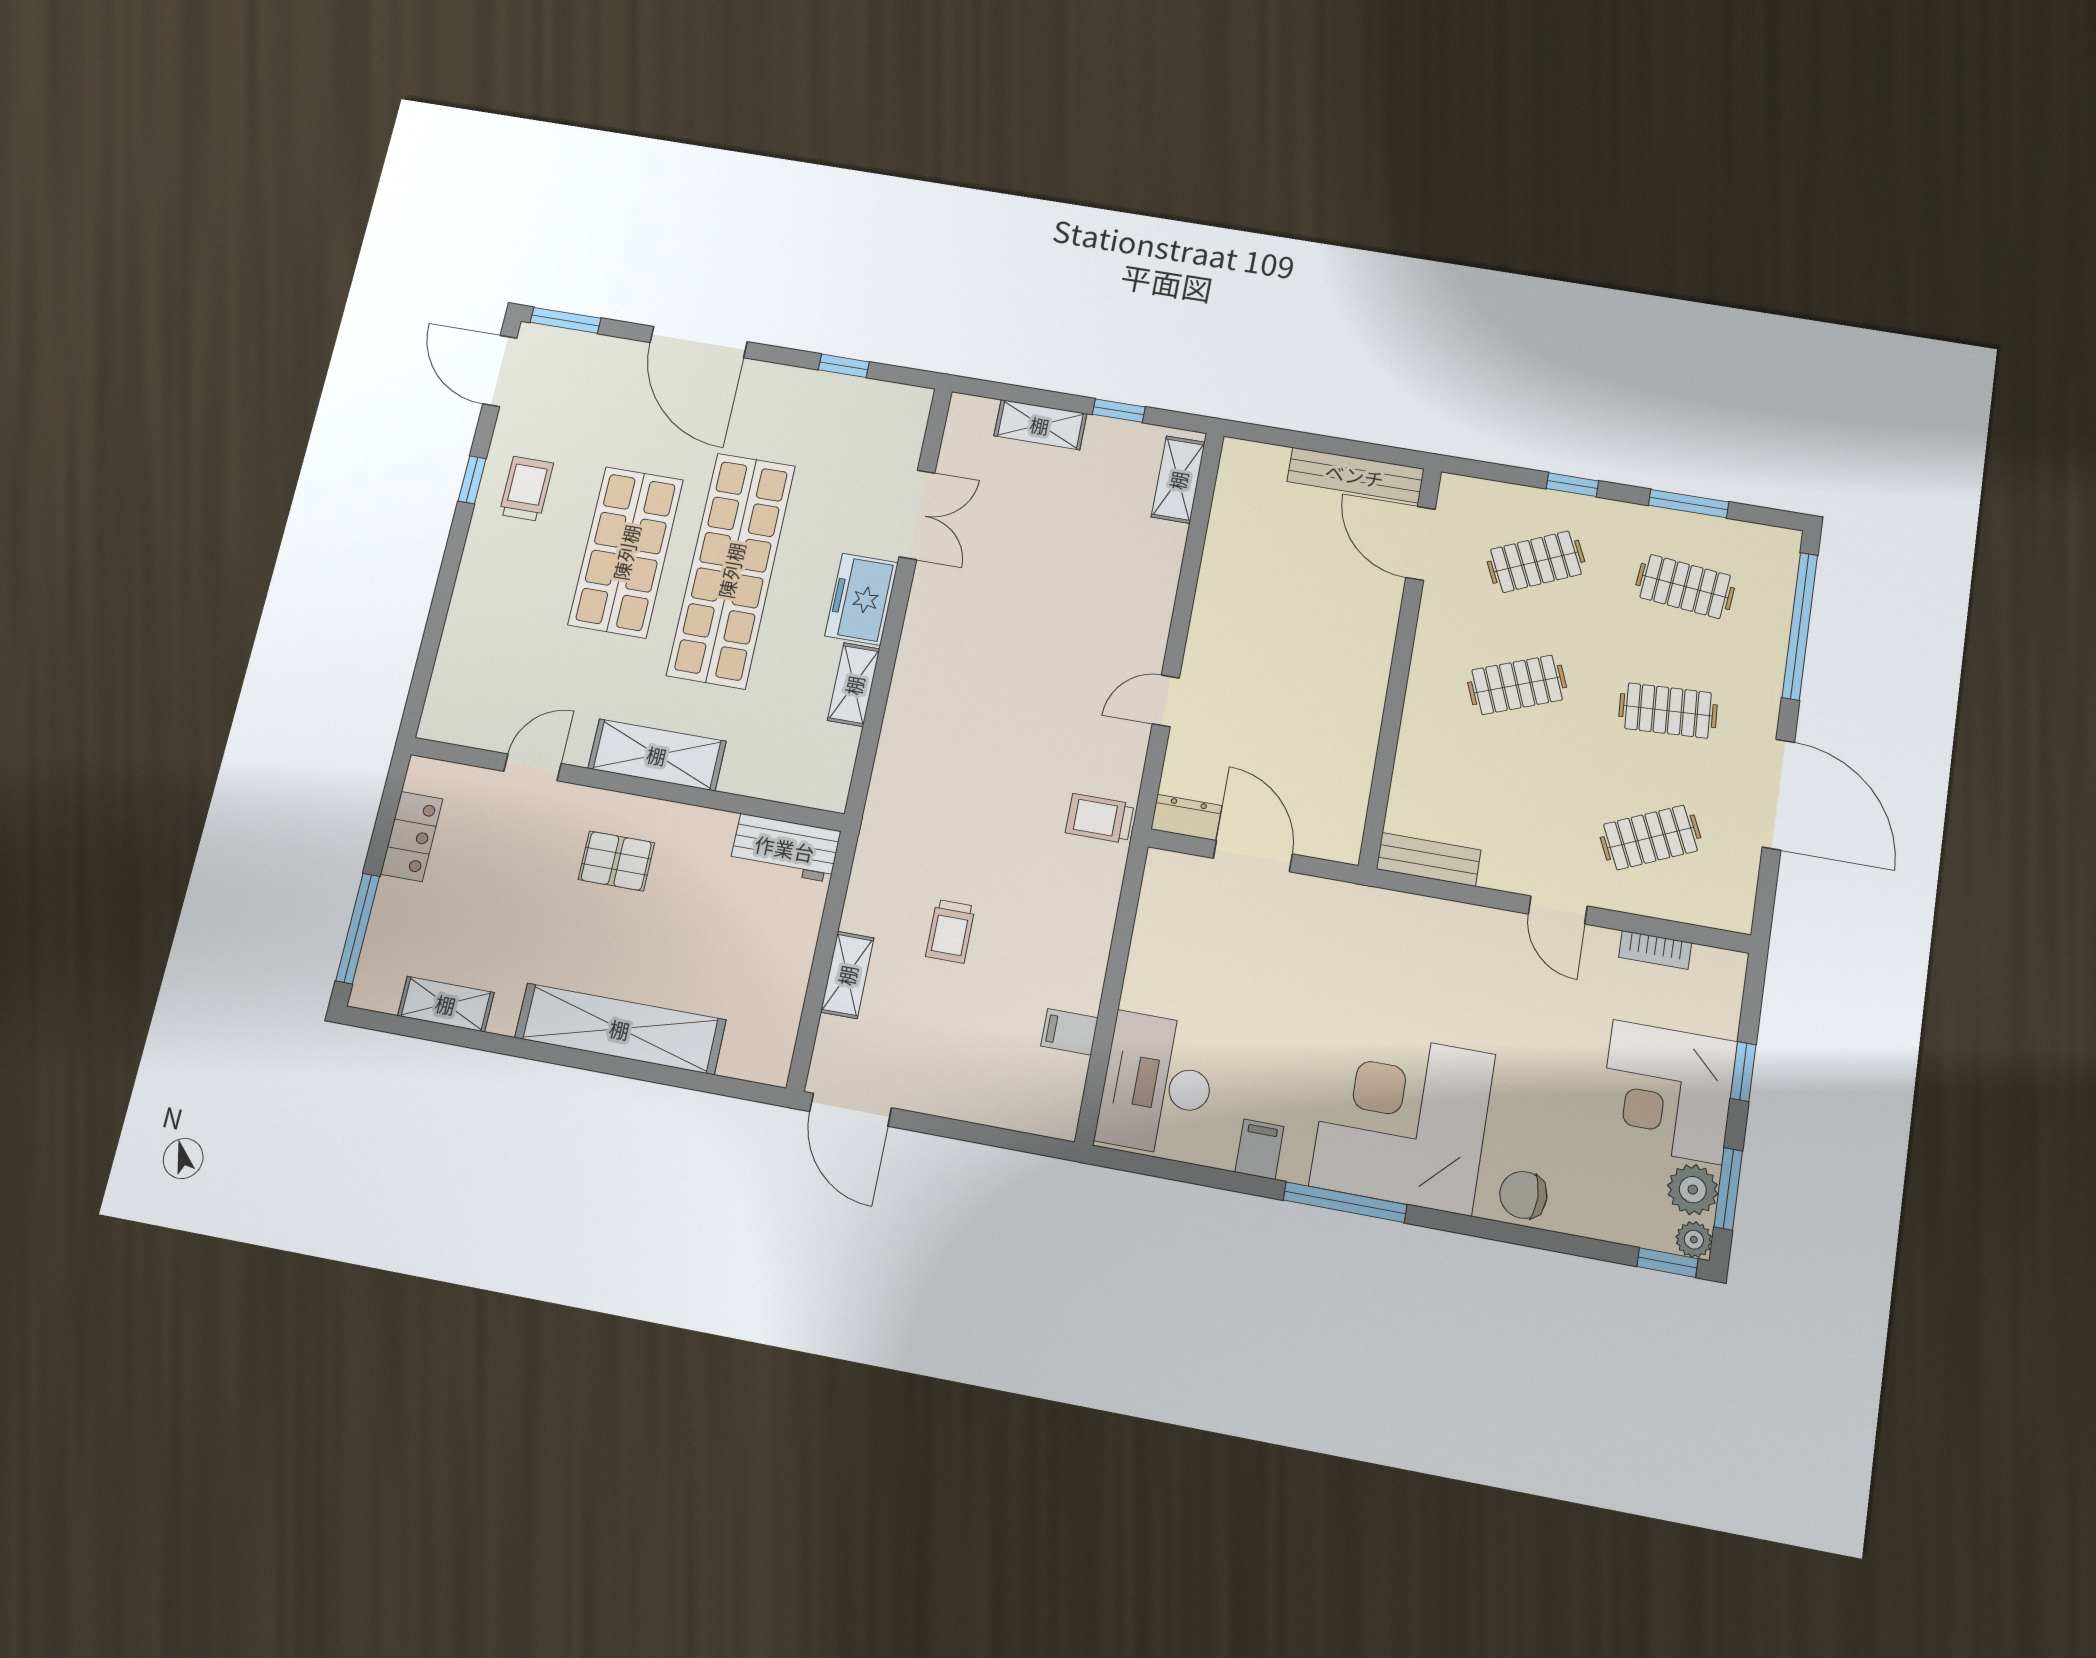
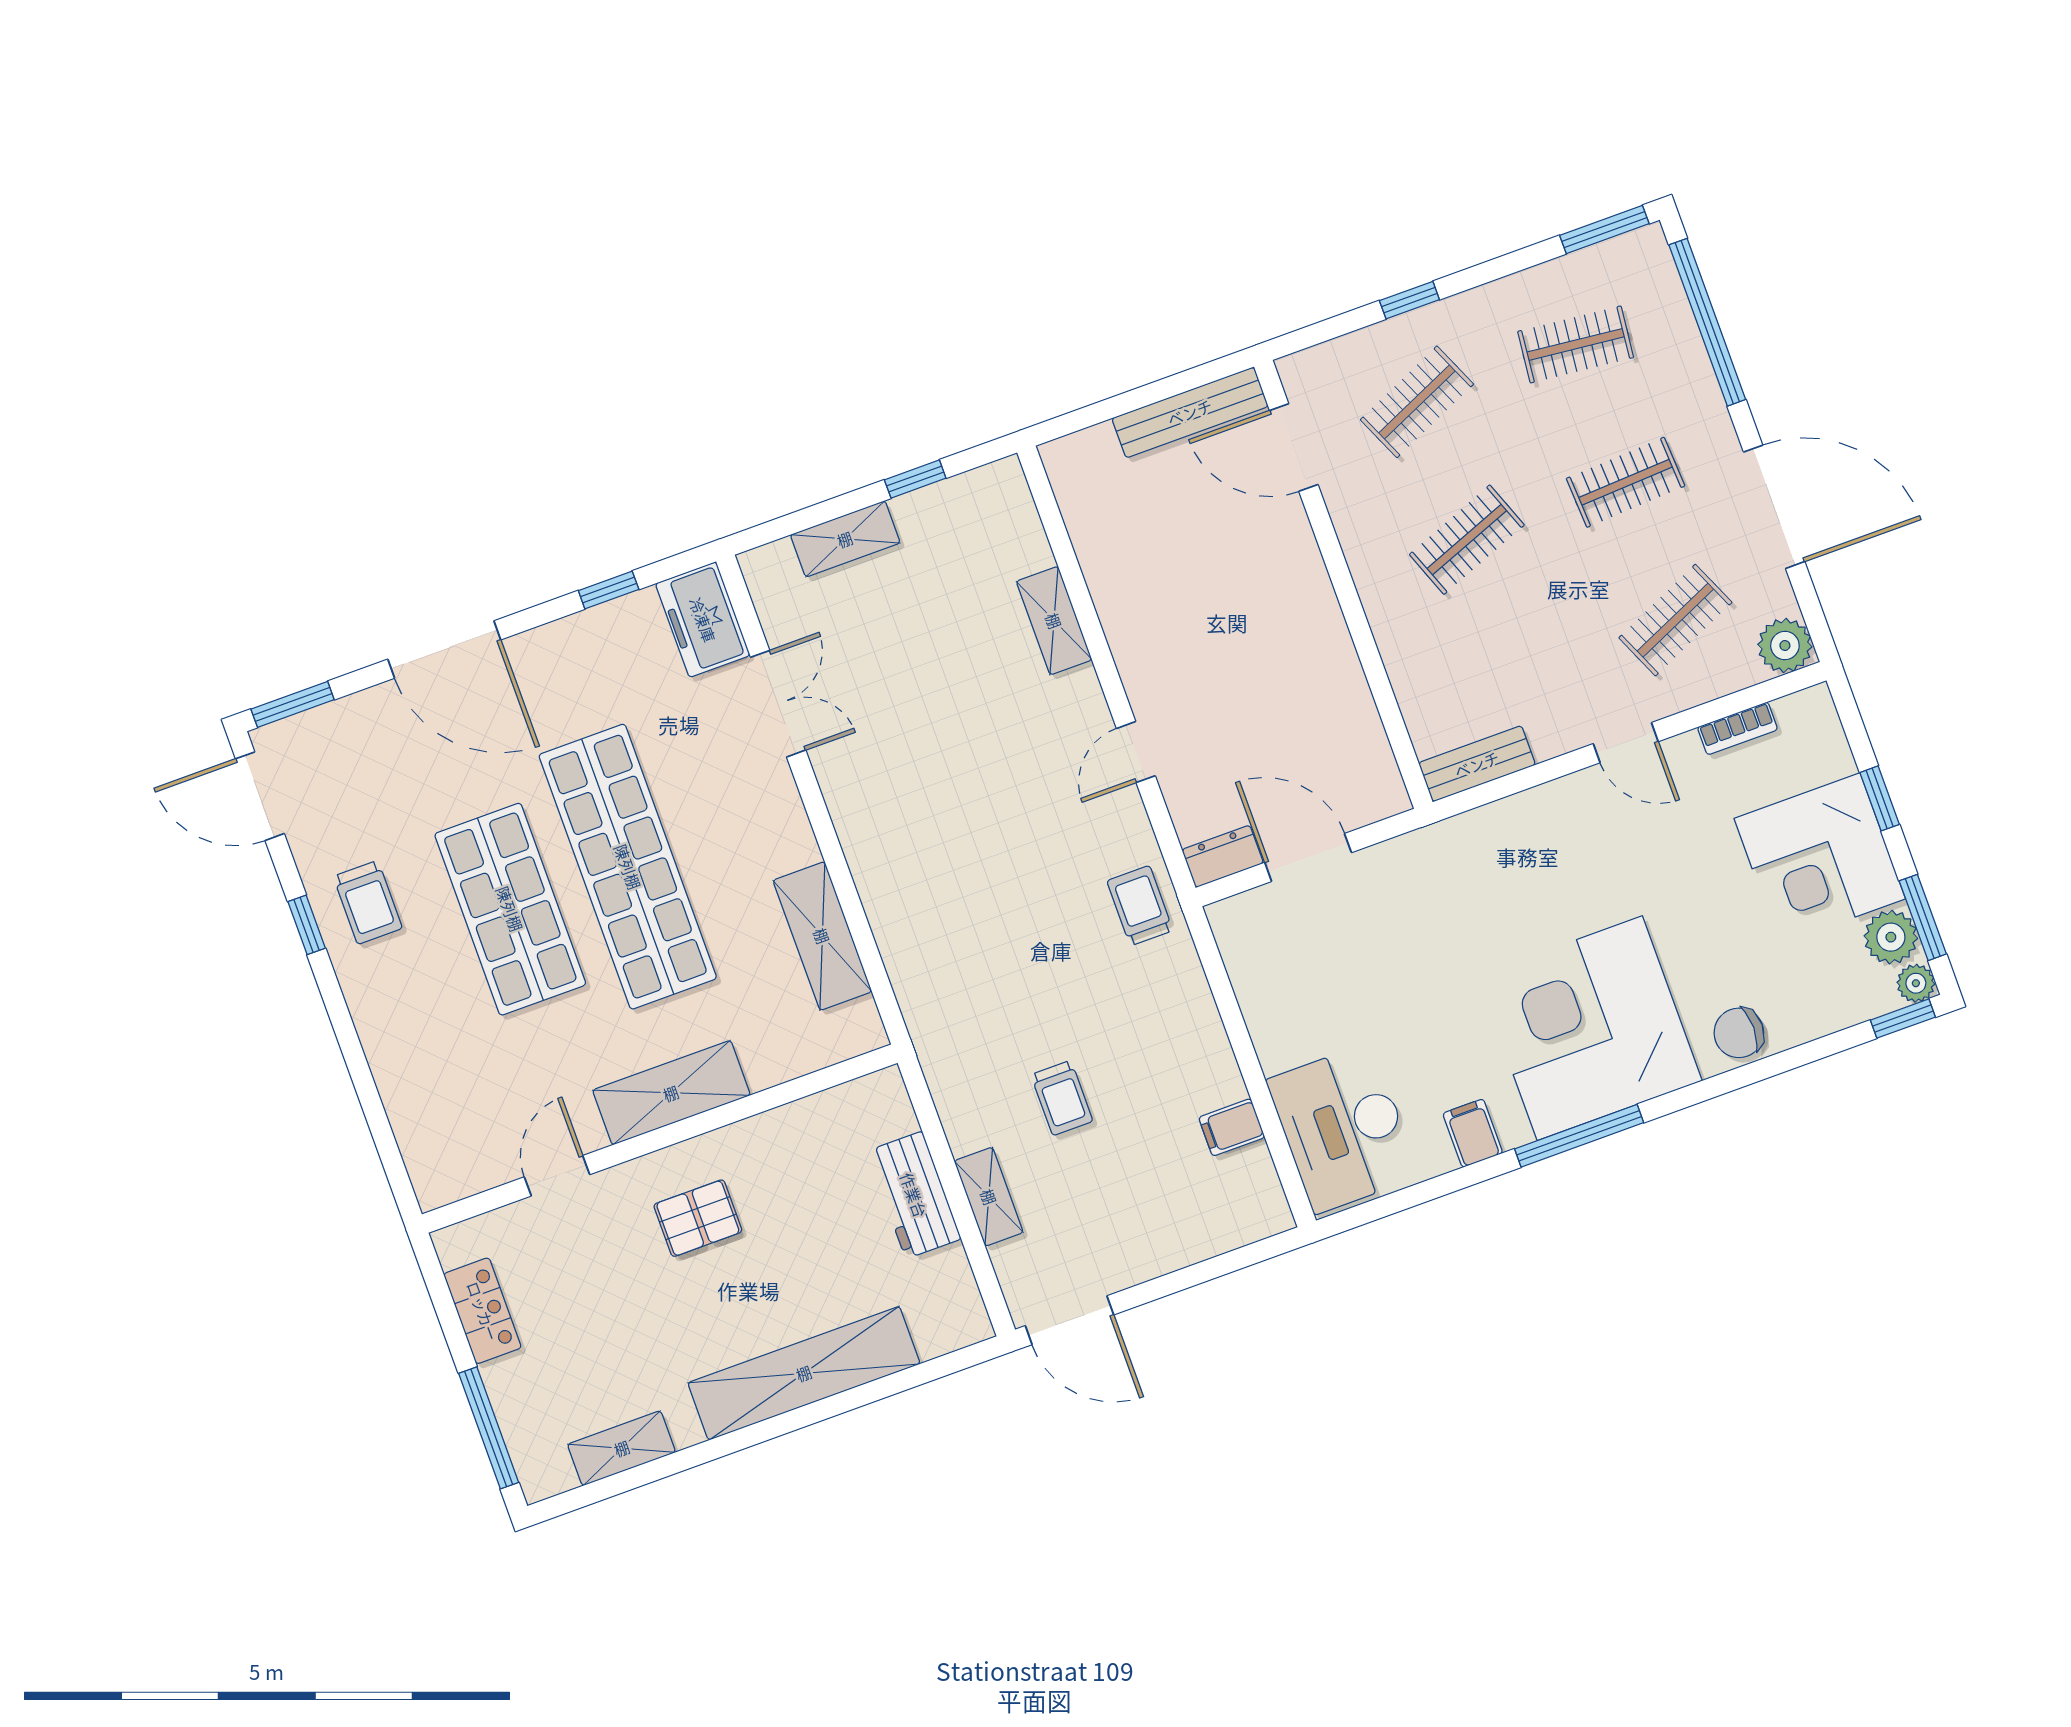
shelving: (1178, 480) -> (1054, 621), moved
trolley: (526, 489) -> (368, 902), turned 180
window: (1689, 504) -> (1604, 230), moved
freezer: (862, 599) -> (703, 620), moved
shelving: (854, 685) -> (822, 936), width x1.50, depth x1.33
trolley: (1100, 818) -> (1140, 906), turned 90
workbench: (785, 848) -> (914, 1195), moved, turned 90
plant: (1729, 907) -> (1785, 646), added

